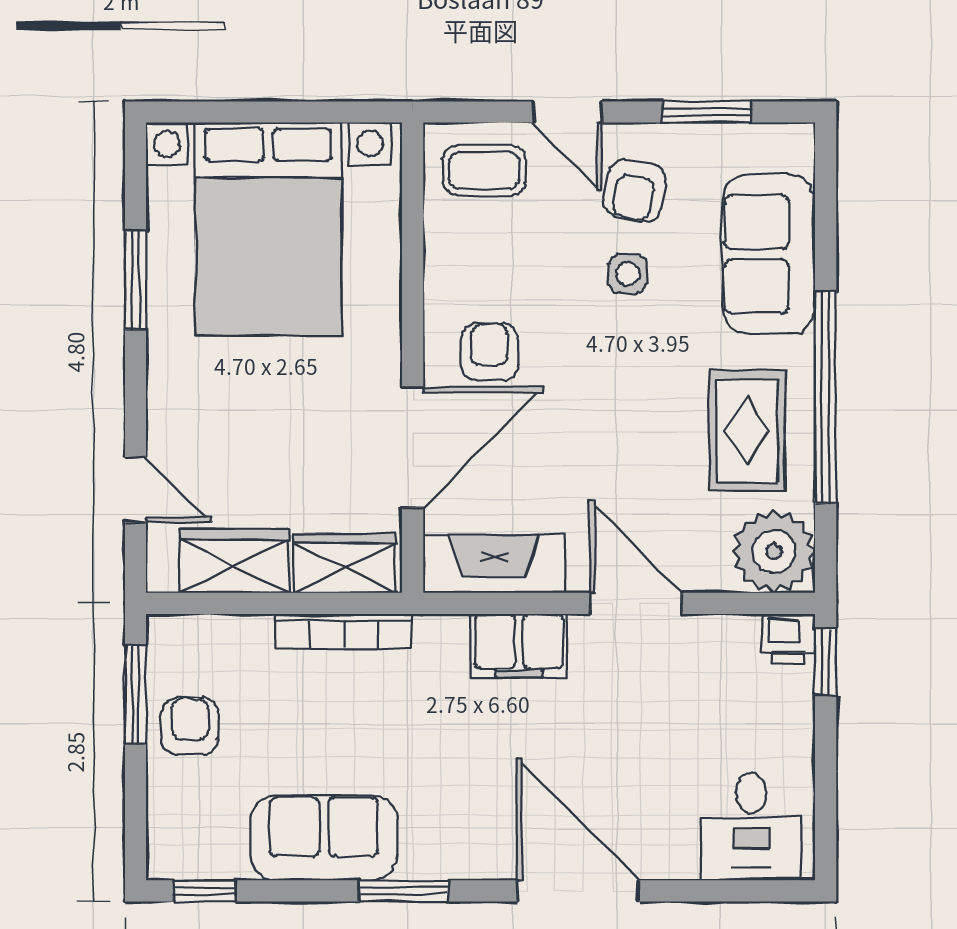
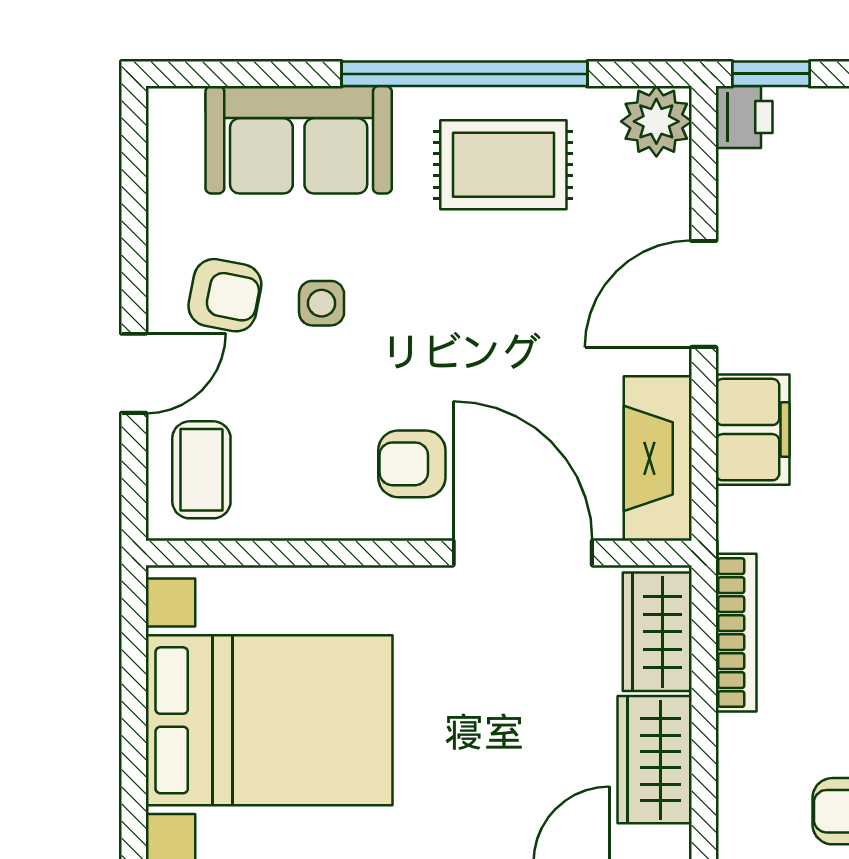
window: (707, 112) -> (134, 212), removed
plant: (774, 551) -> (656, 121), width x0.73, depth x0.73

